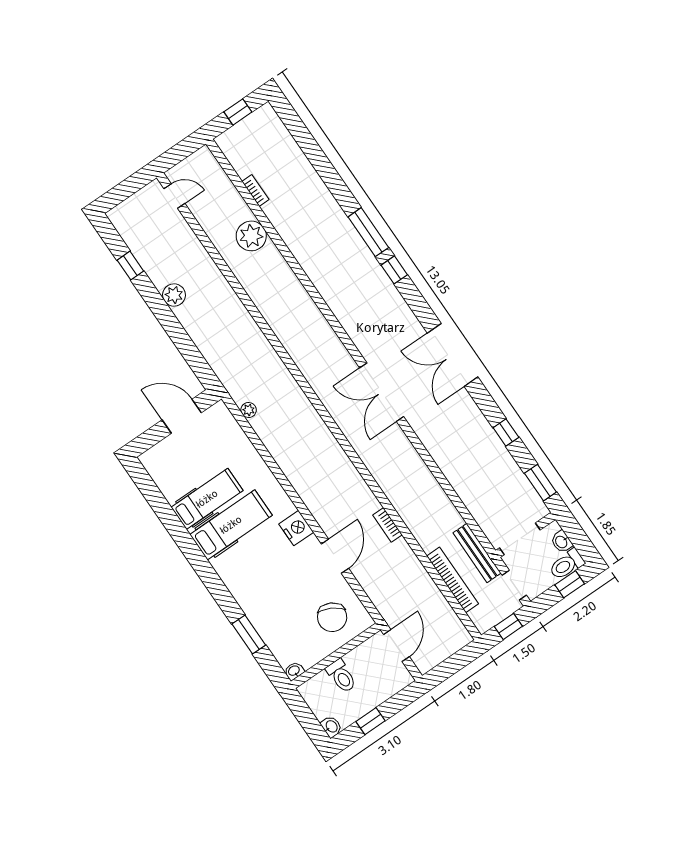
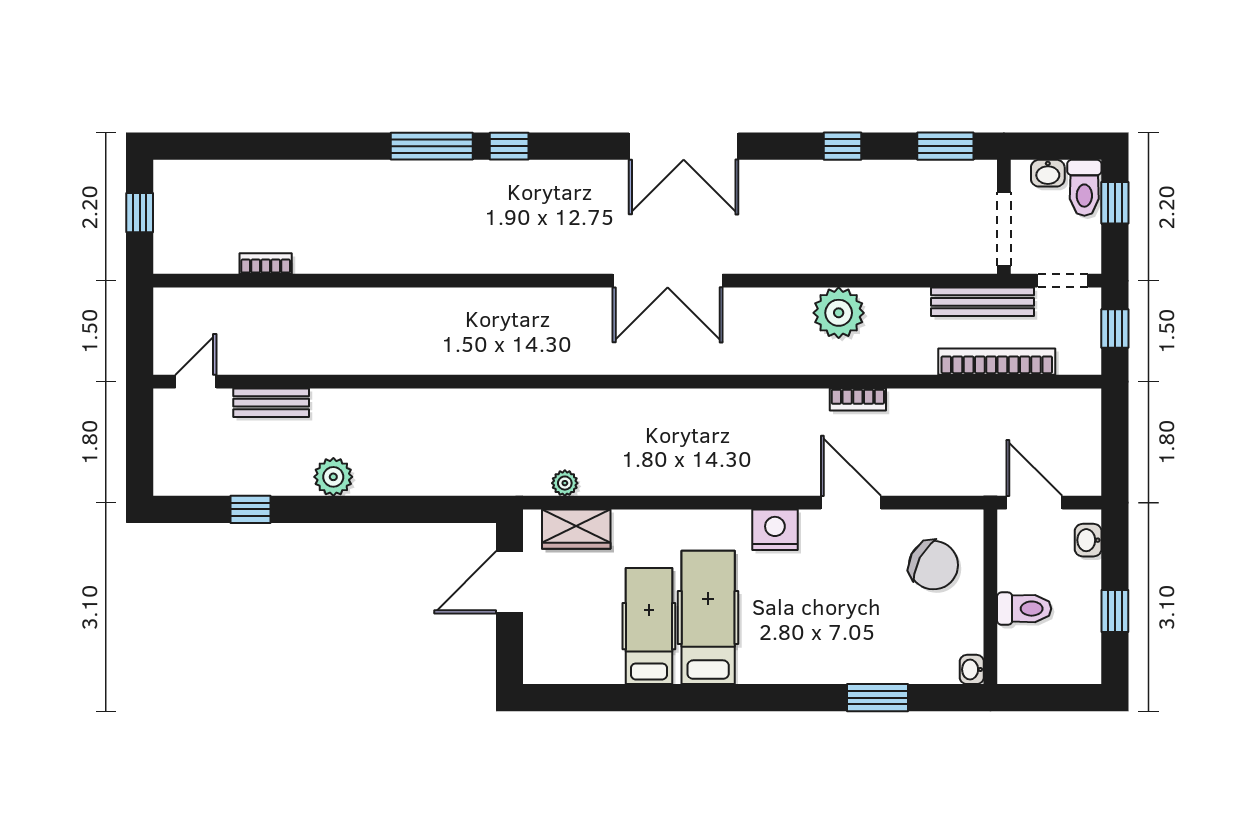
plant: (251, 236) -> (839, 313), moved
bench: (189, 240) -> (271, 403), added
wardrobe: (230, 431) -> (576, 529), added
washbasin: (331, 727) -> (1088, 540), moved, turned -90

